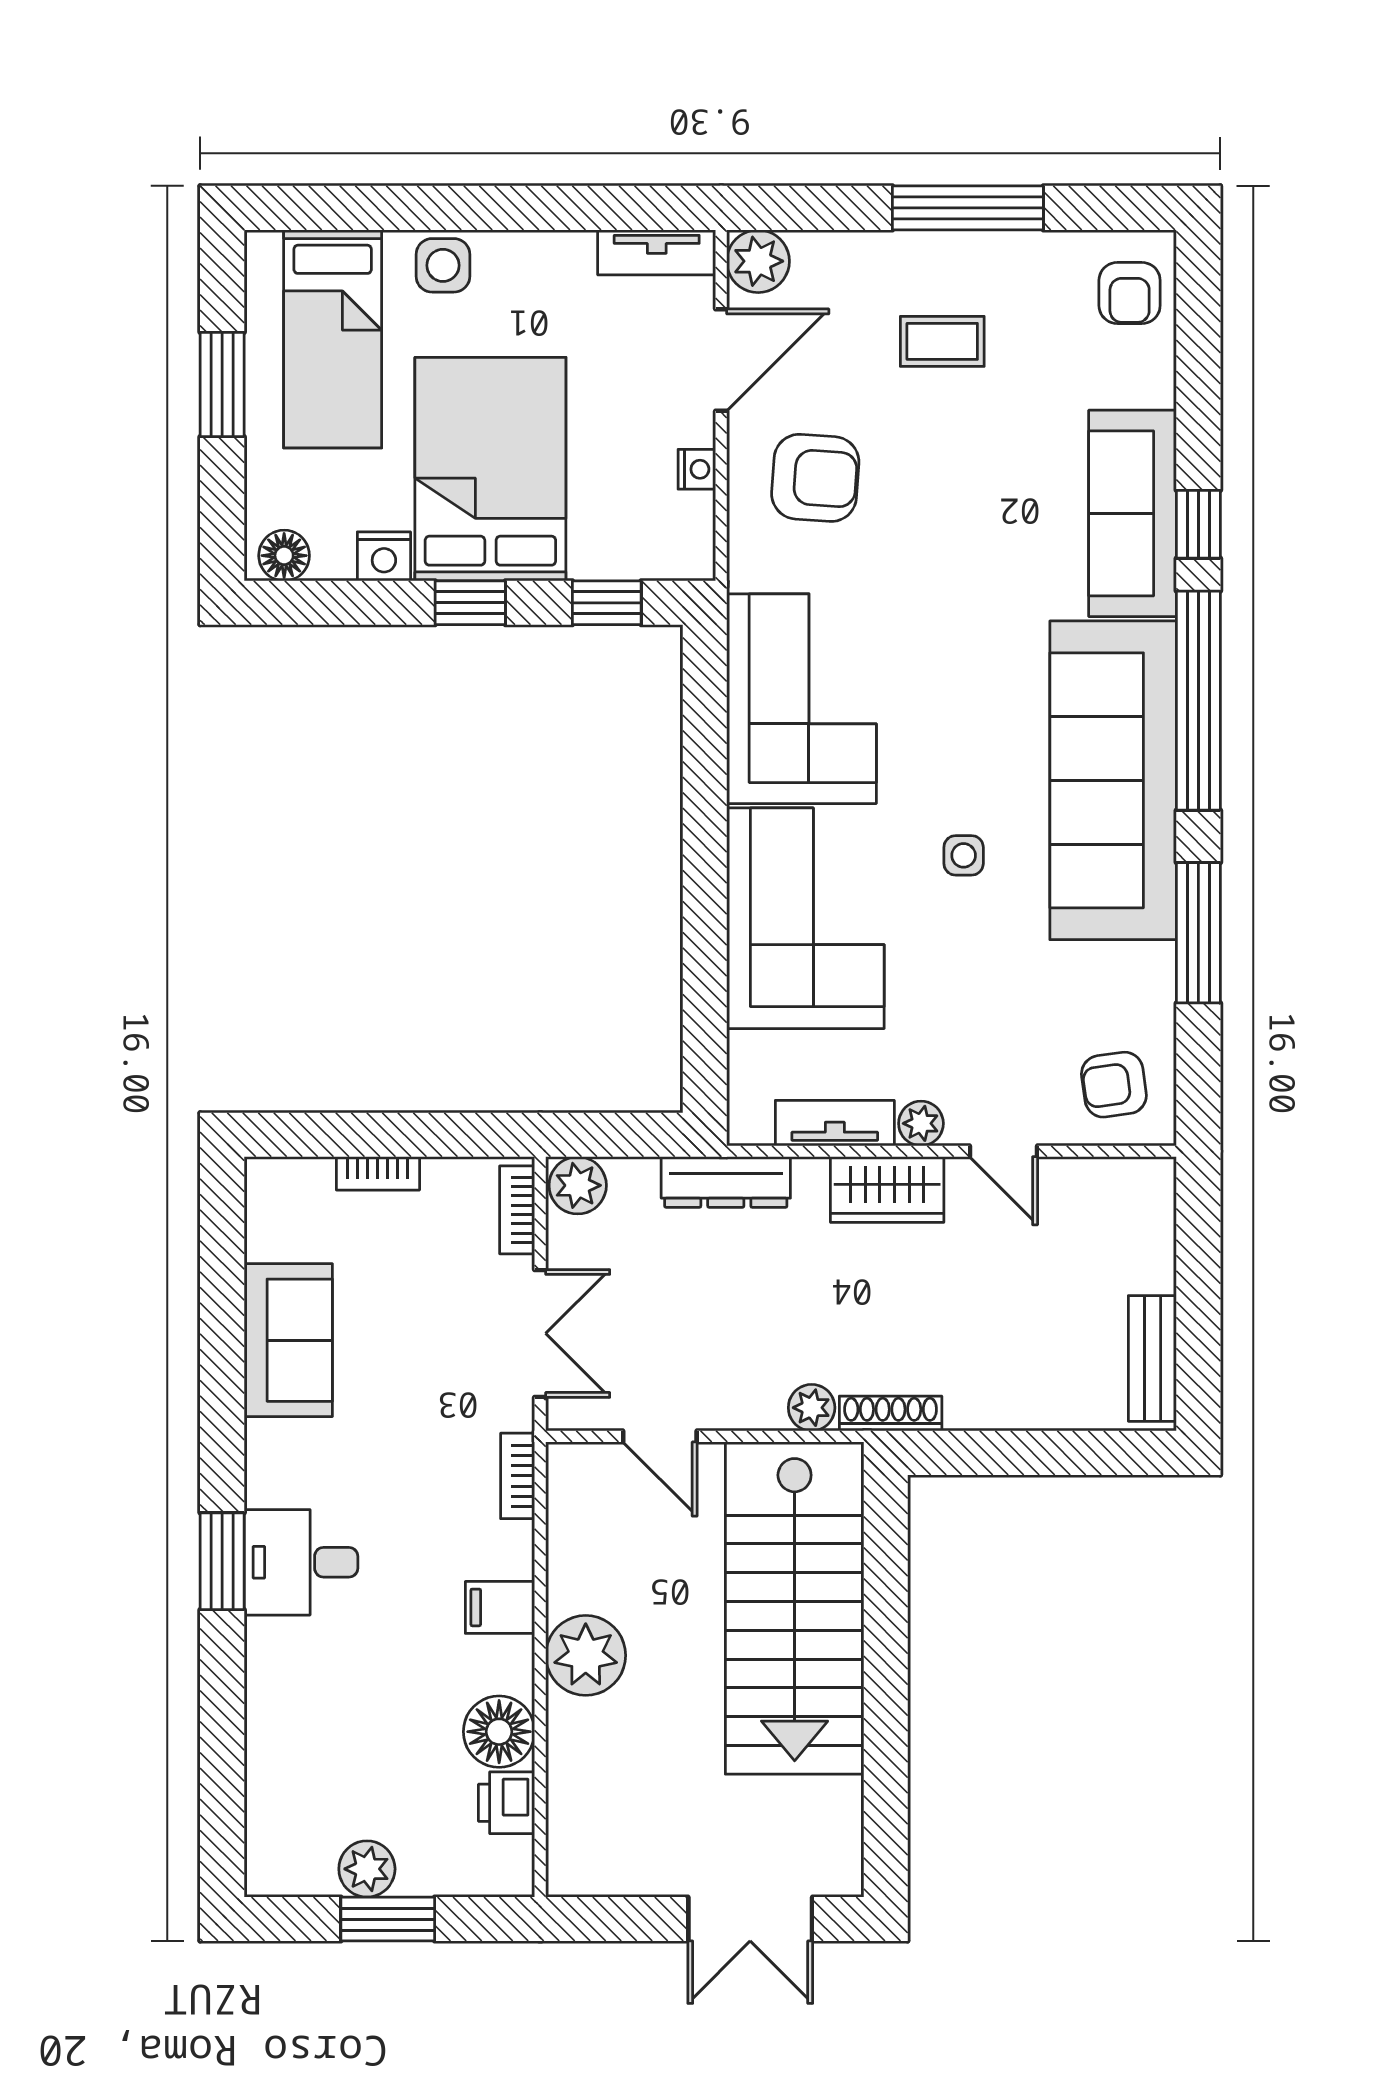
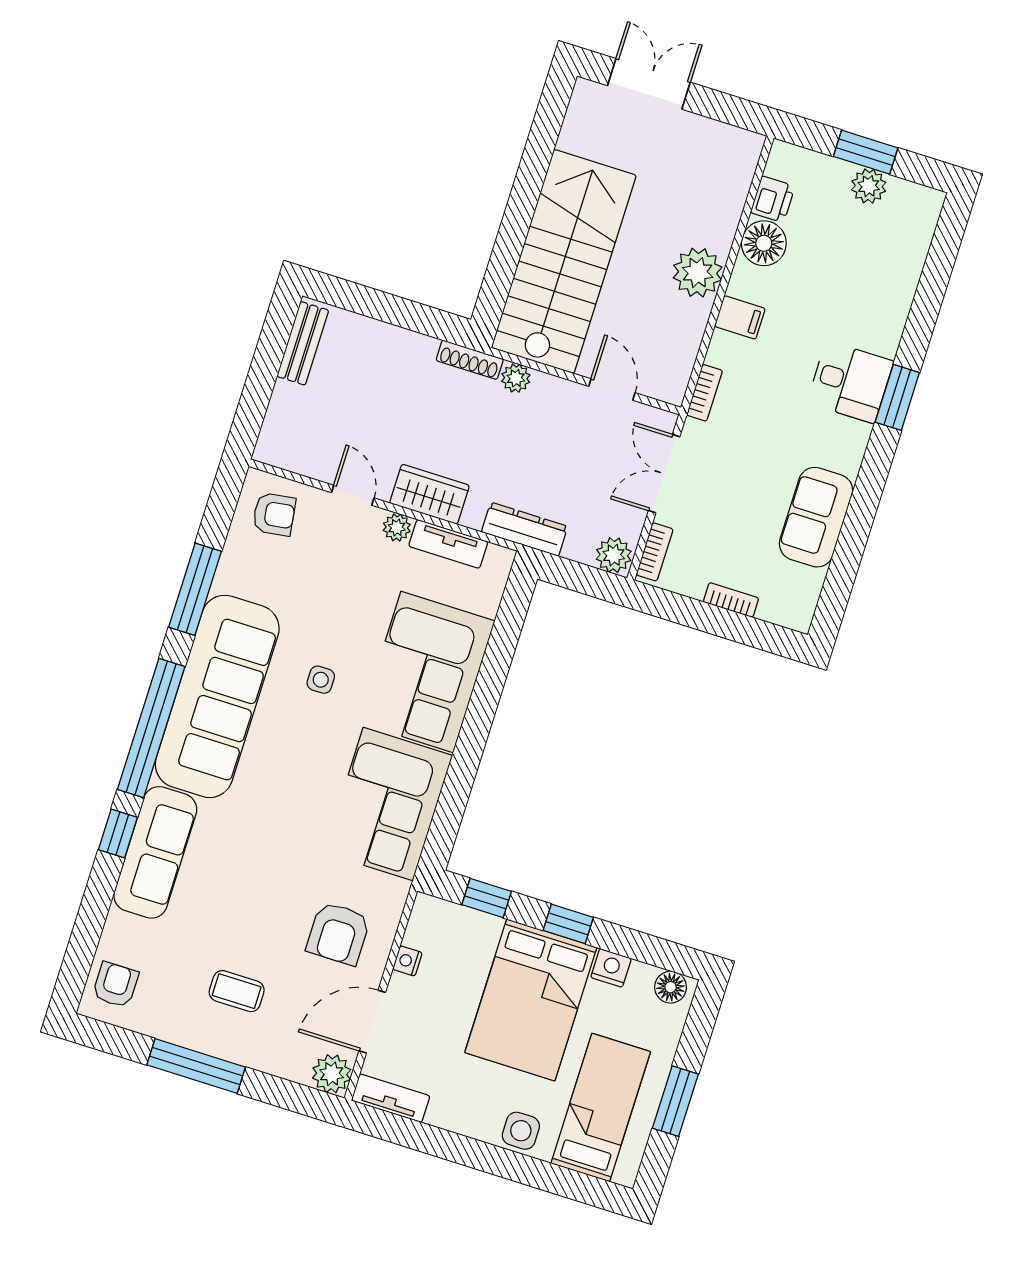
armchair: (815, 478) -> (338, 933), turned -94

